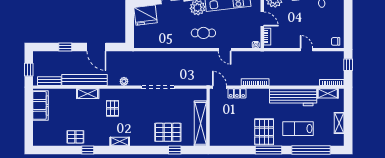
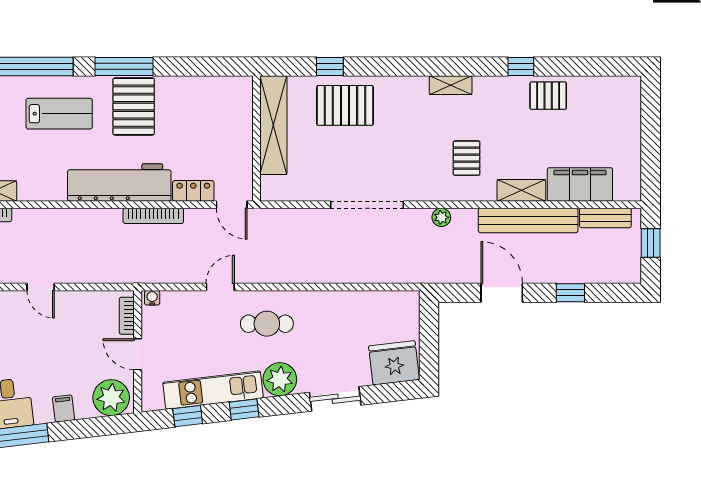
door: (225, 50) -> (220, 287), hinge flipped
workbench: (293, 97) -> (119, 182), moved
filing cabinet: (41, 105) -> (580, 184), moved, turned 90

